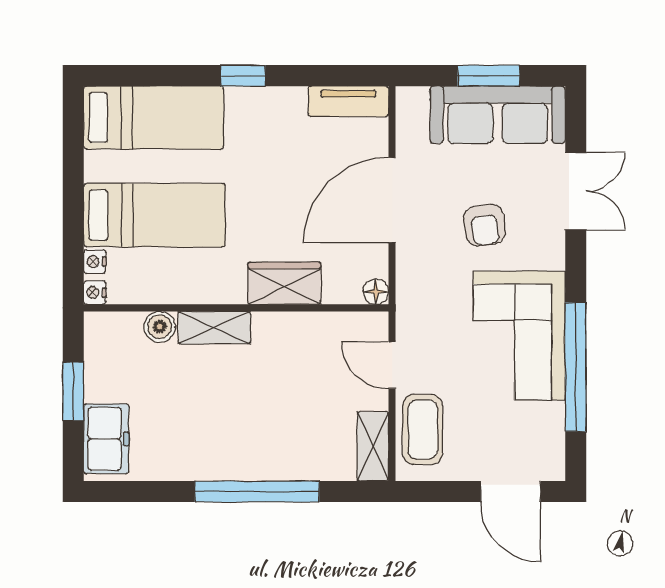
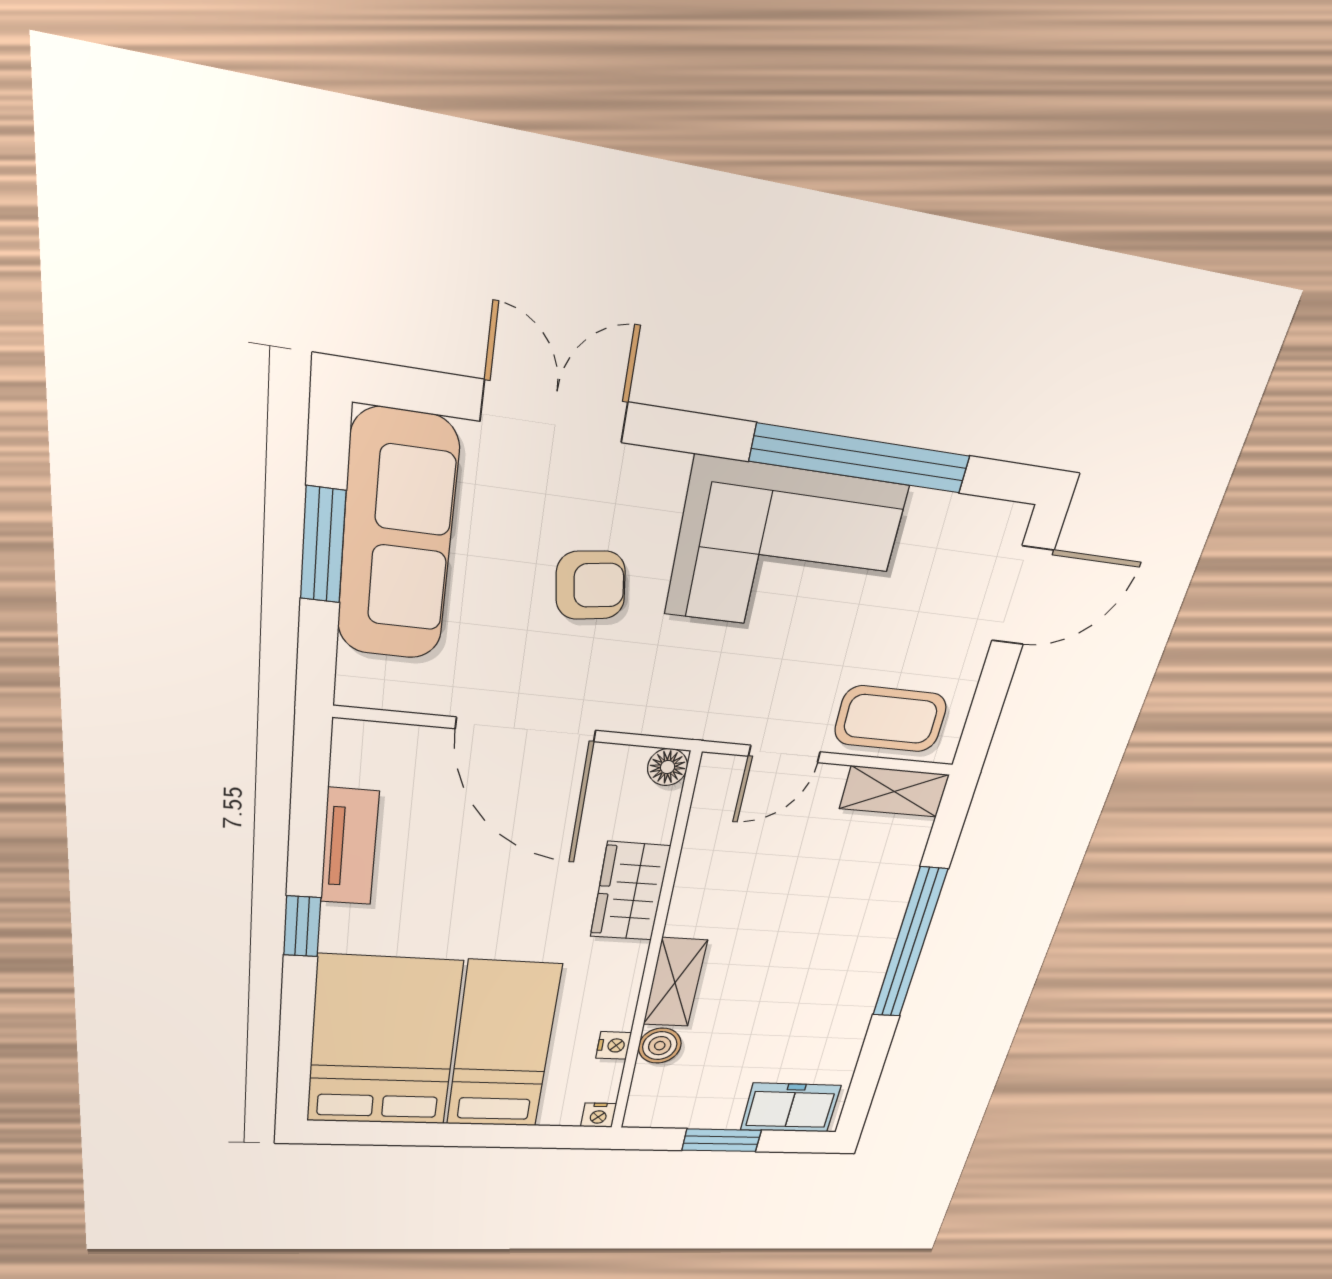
tv unit: (348, 101) -> (350, 847), moved
bed: (154, 118) -> (383, 1043), width x1.50
nightstand: (95, 262) -> (614, 1045), moved, turned -90

